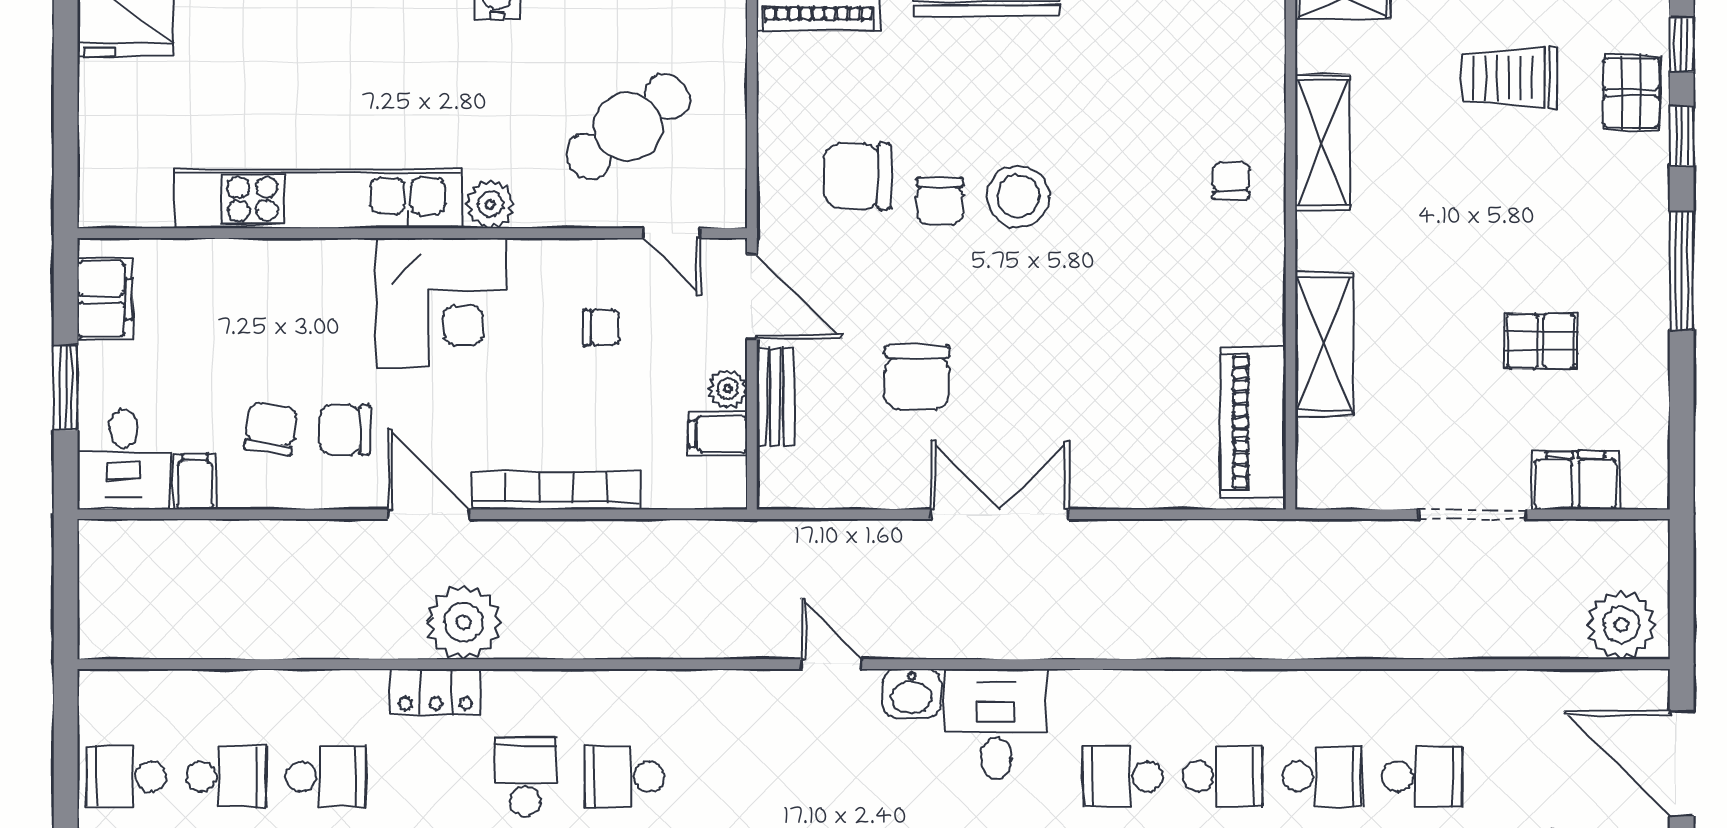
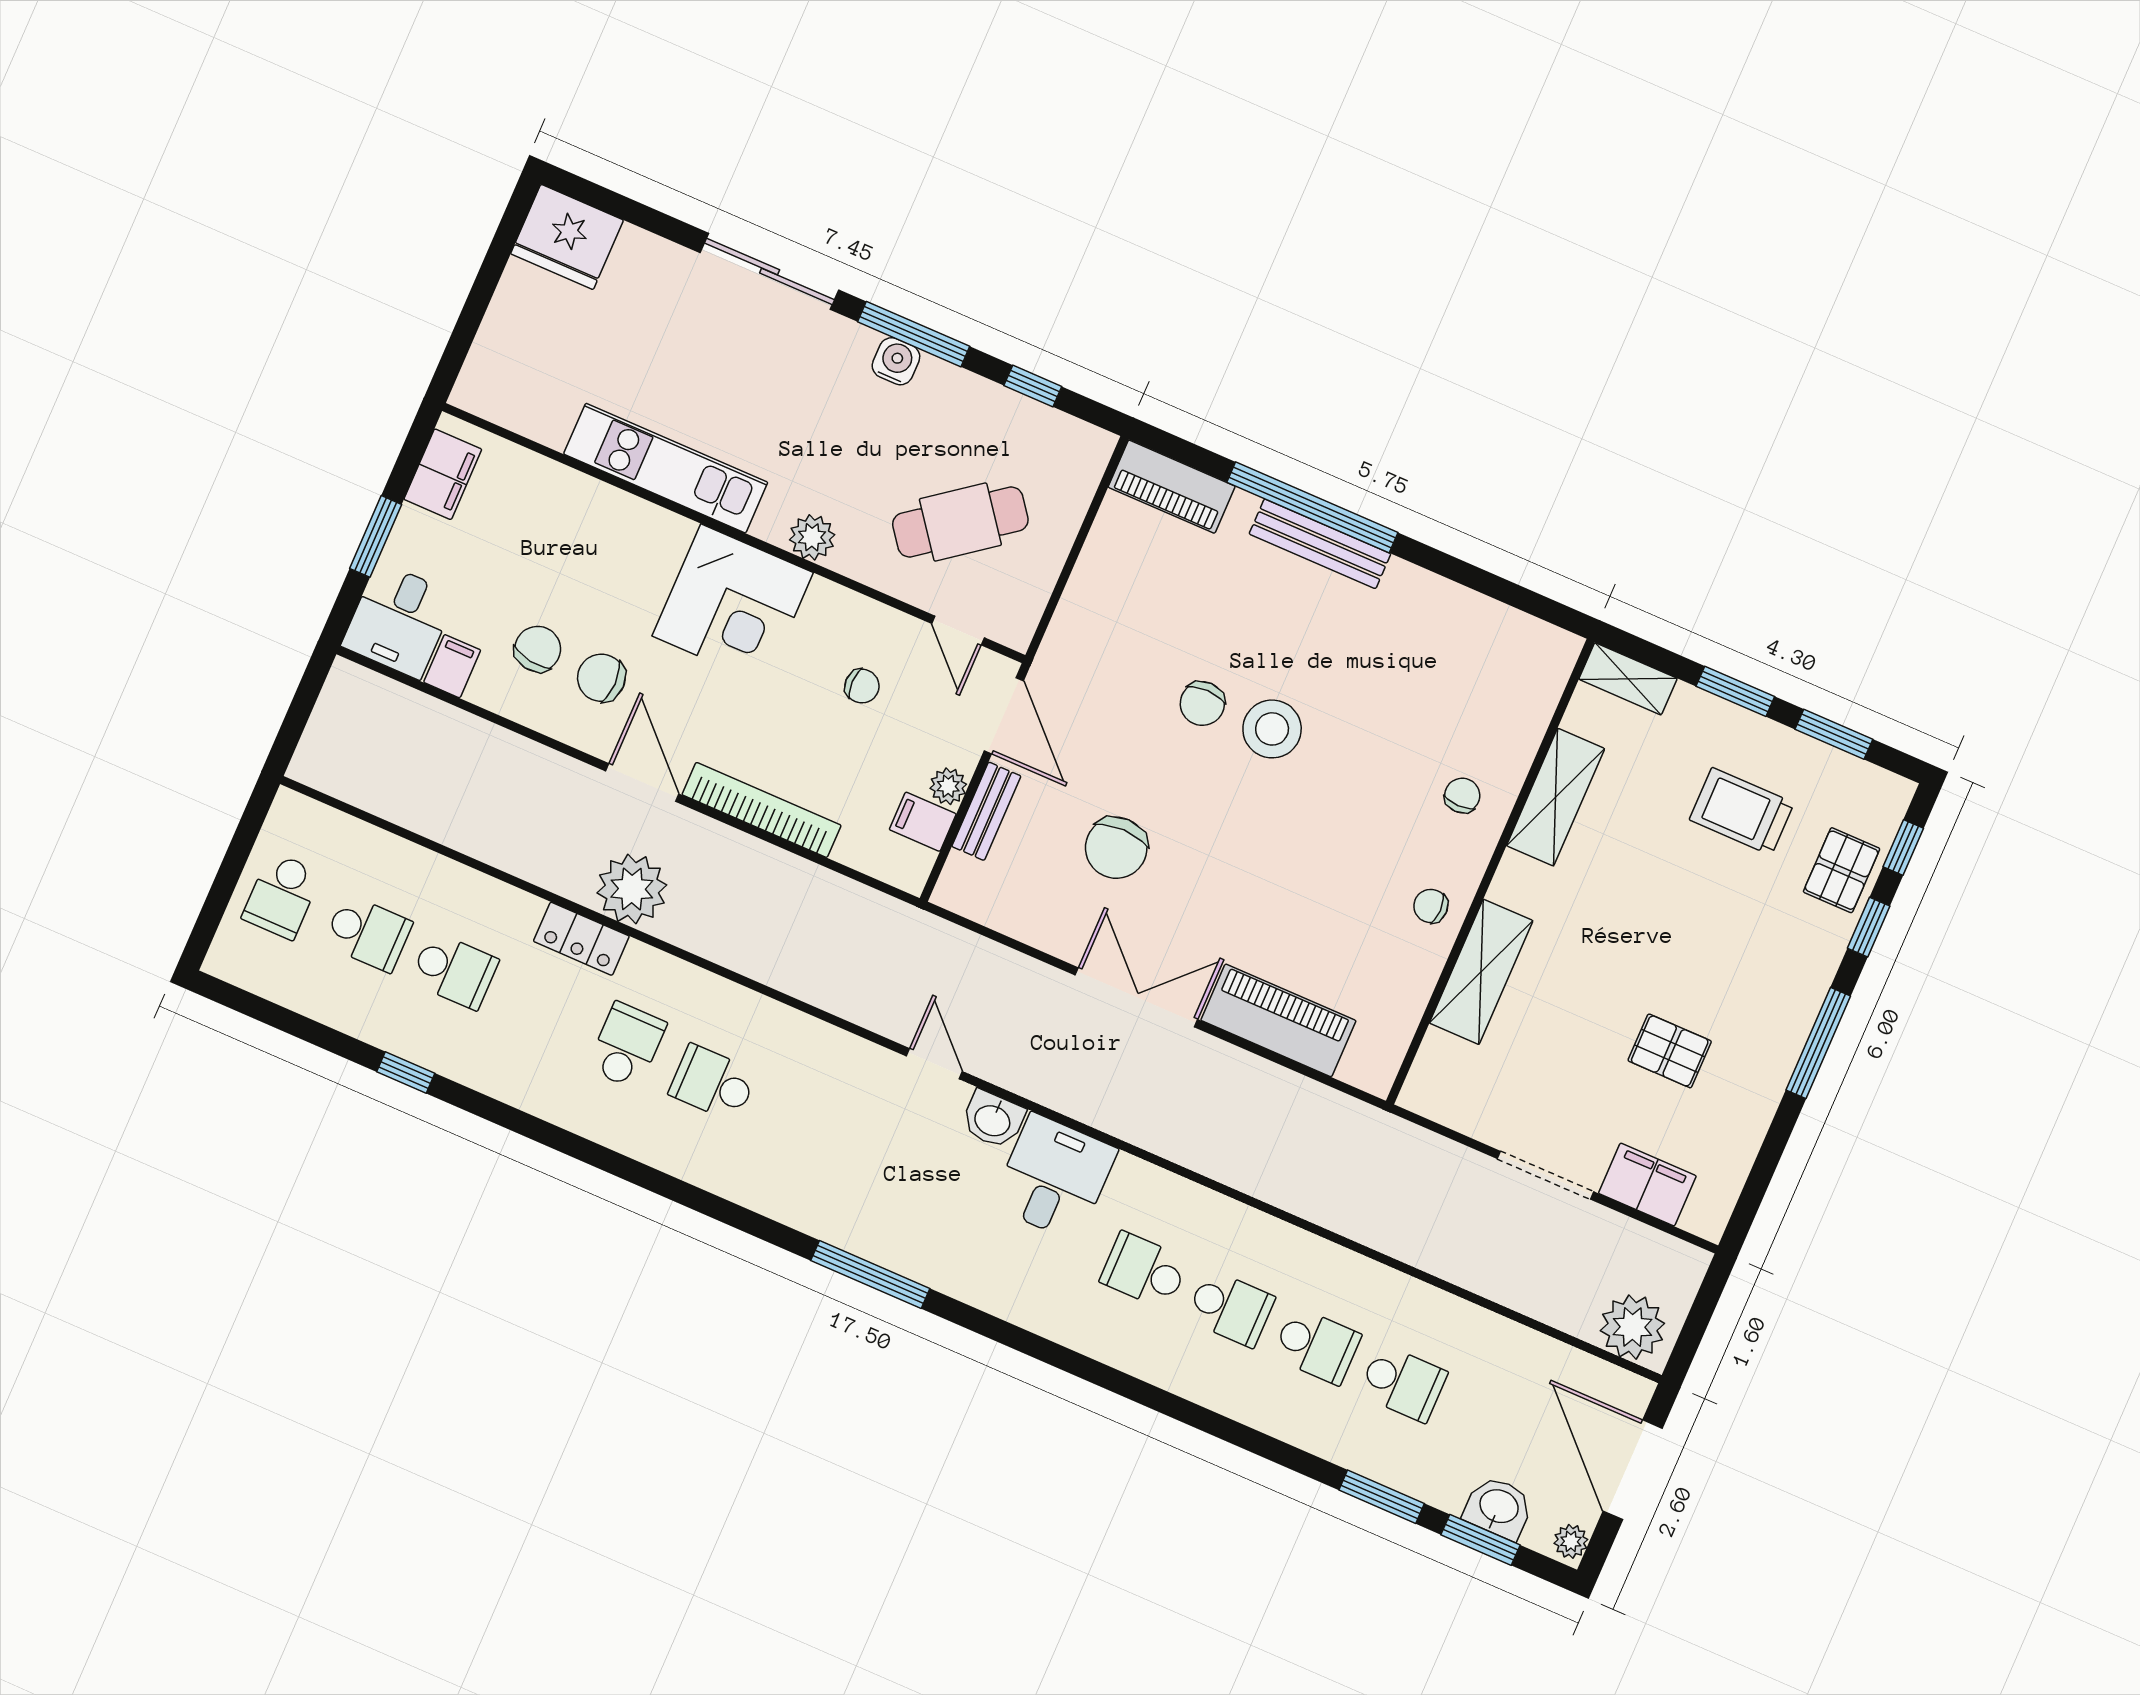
chair: (858, 176) -> (1431, 906), moved, width x0.54, depth x0.54
kitchen unit: (319, 199) -> (666, 468), width x0.73
piano: (1253, 422) -> (1278, 1020), moved, turned 90
school desk: (126, 777) -> (282, 896), turned -90

